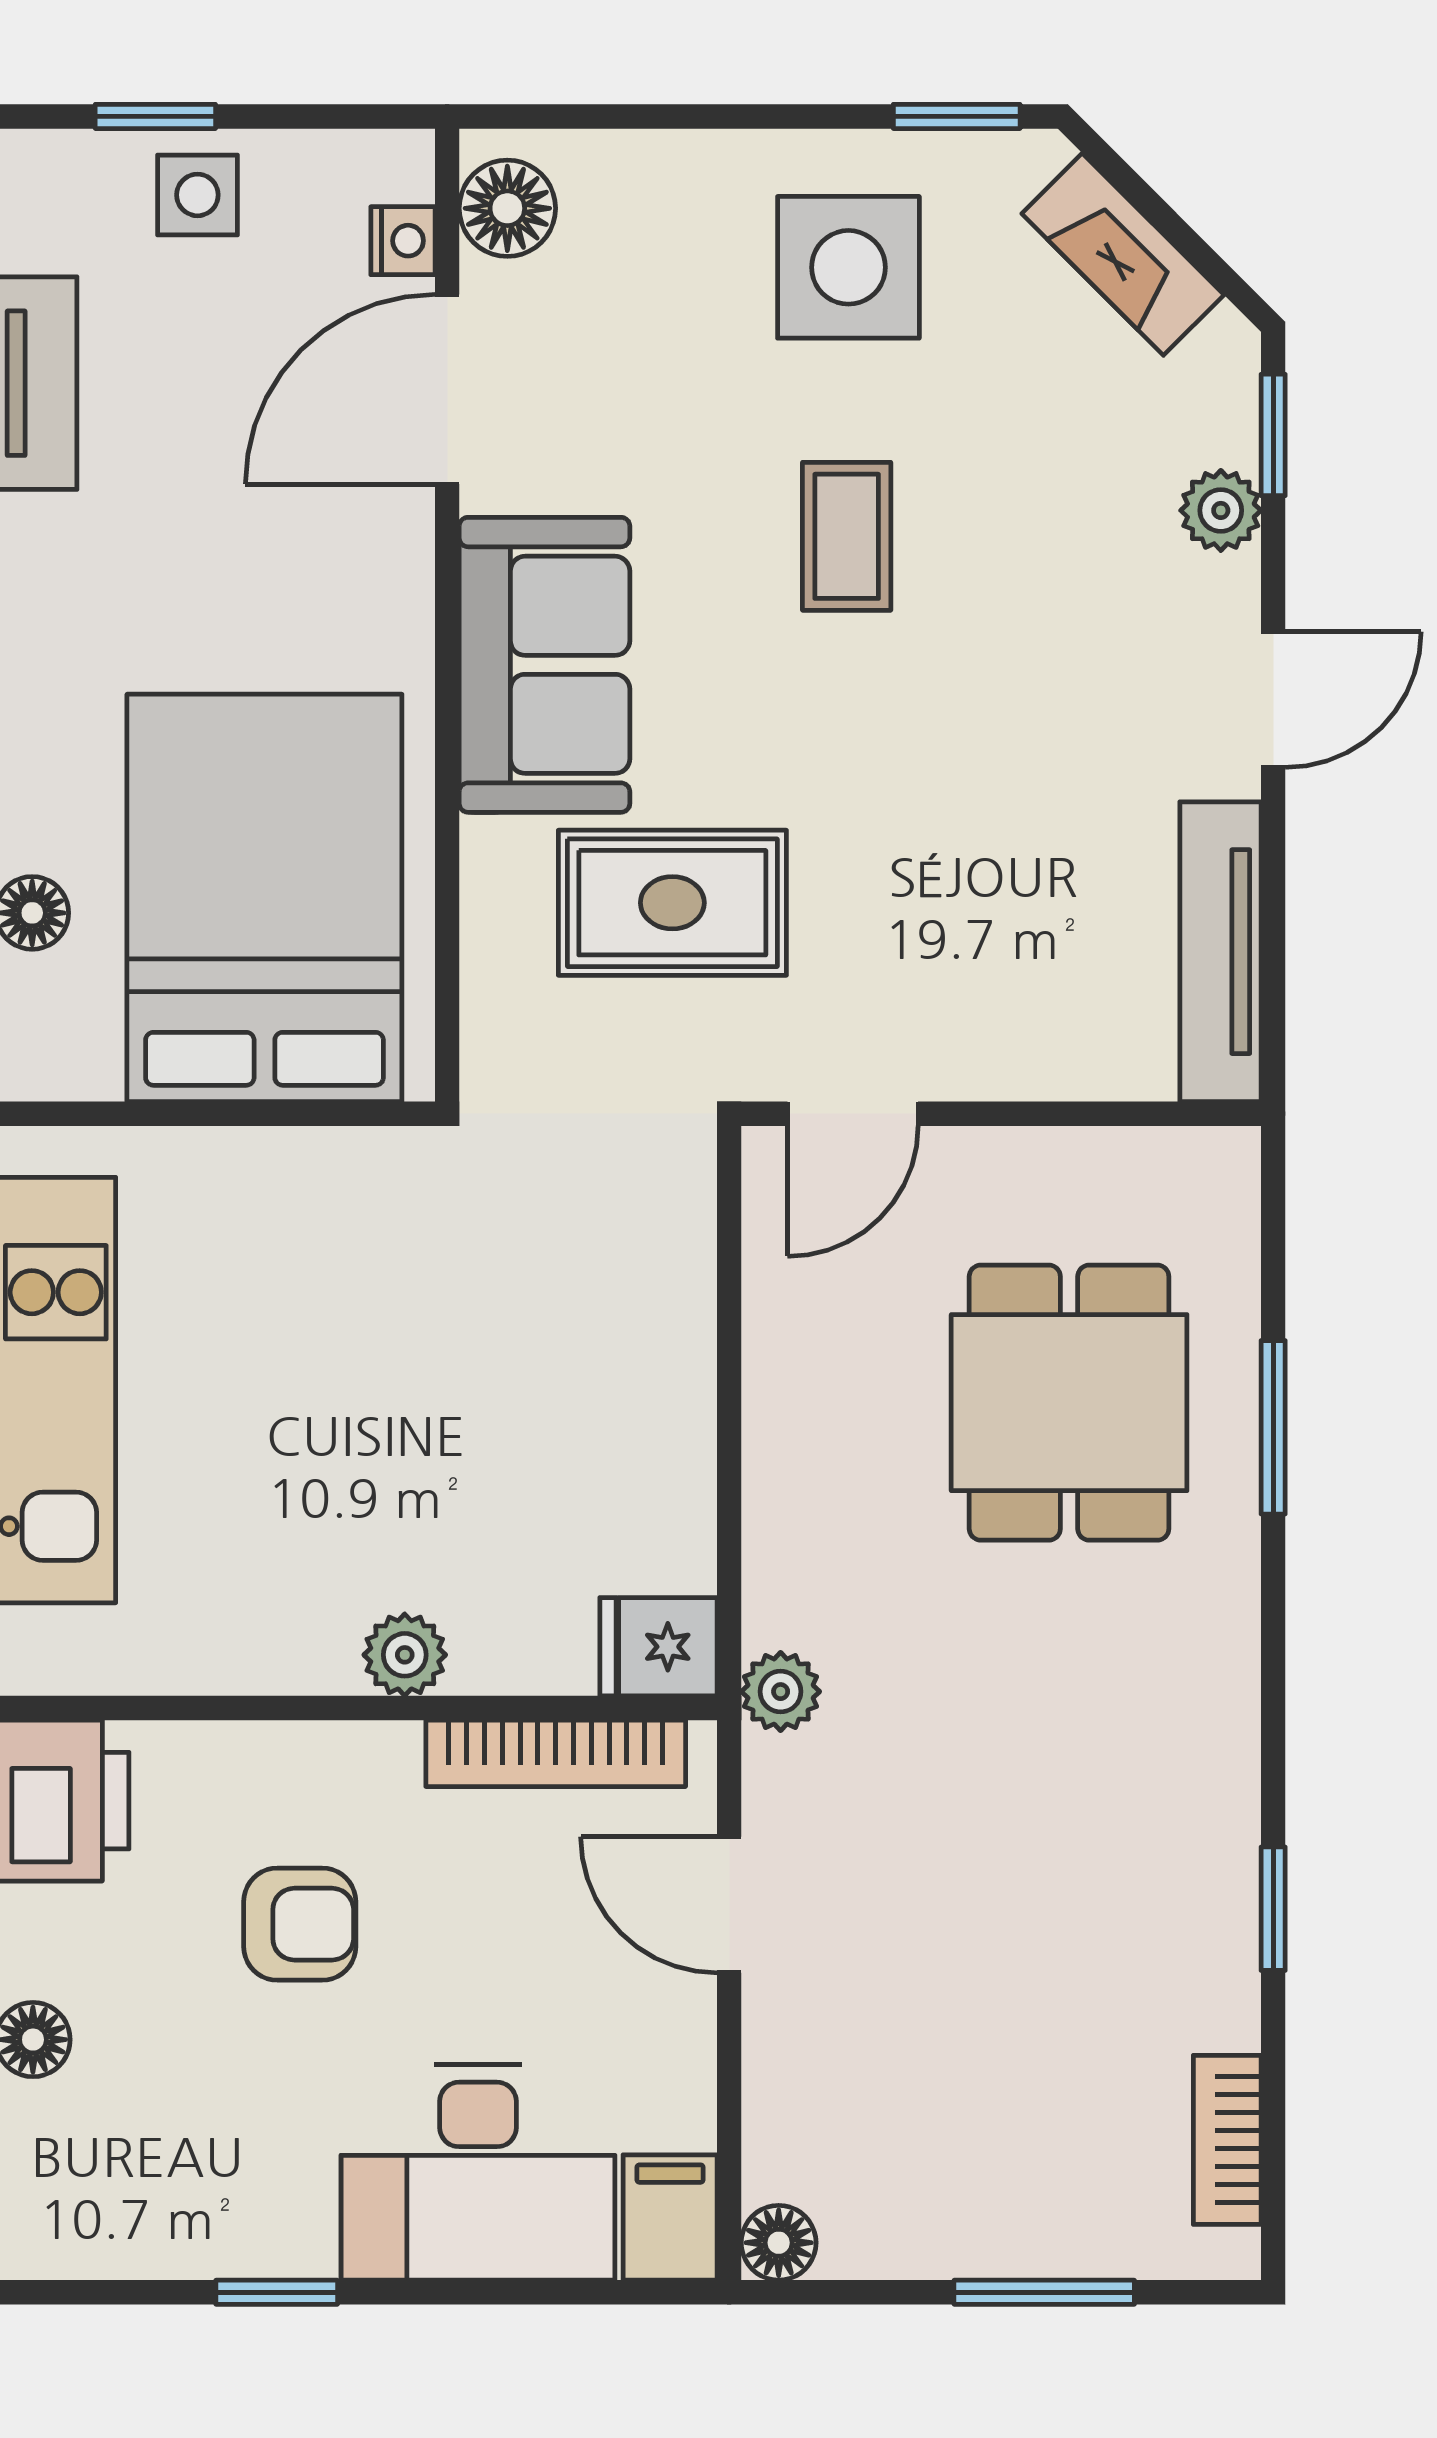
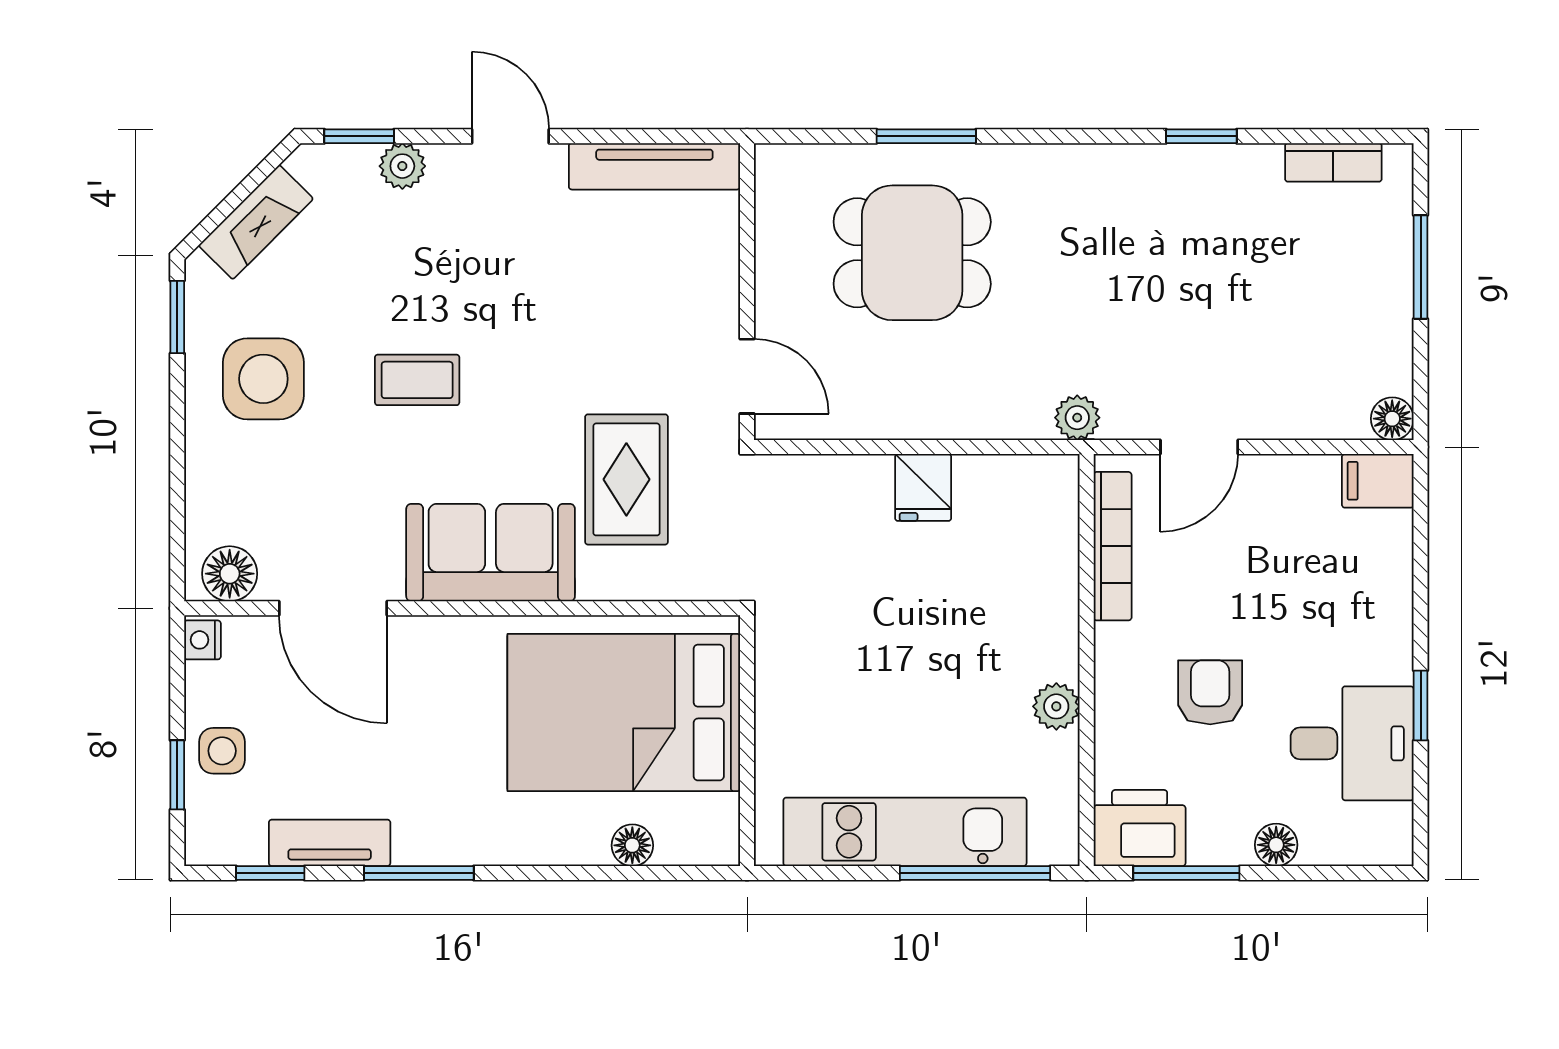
nightstand: (403, 241) -> (202, 640), moved, turned -90
fridge: (658, 1647) -> (923, 487), moved
plant: (405, 1655) -> (1056, 706), moved
desk: (478, 2173) -> (1352, 743), moved, width x0.73

